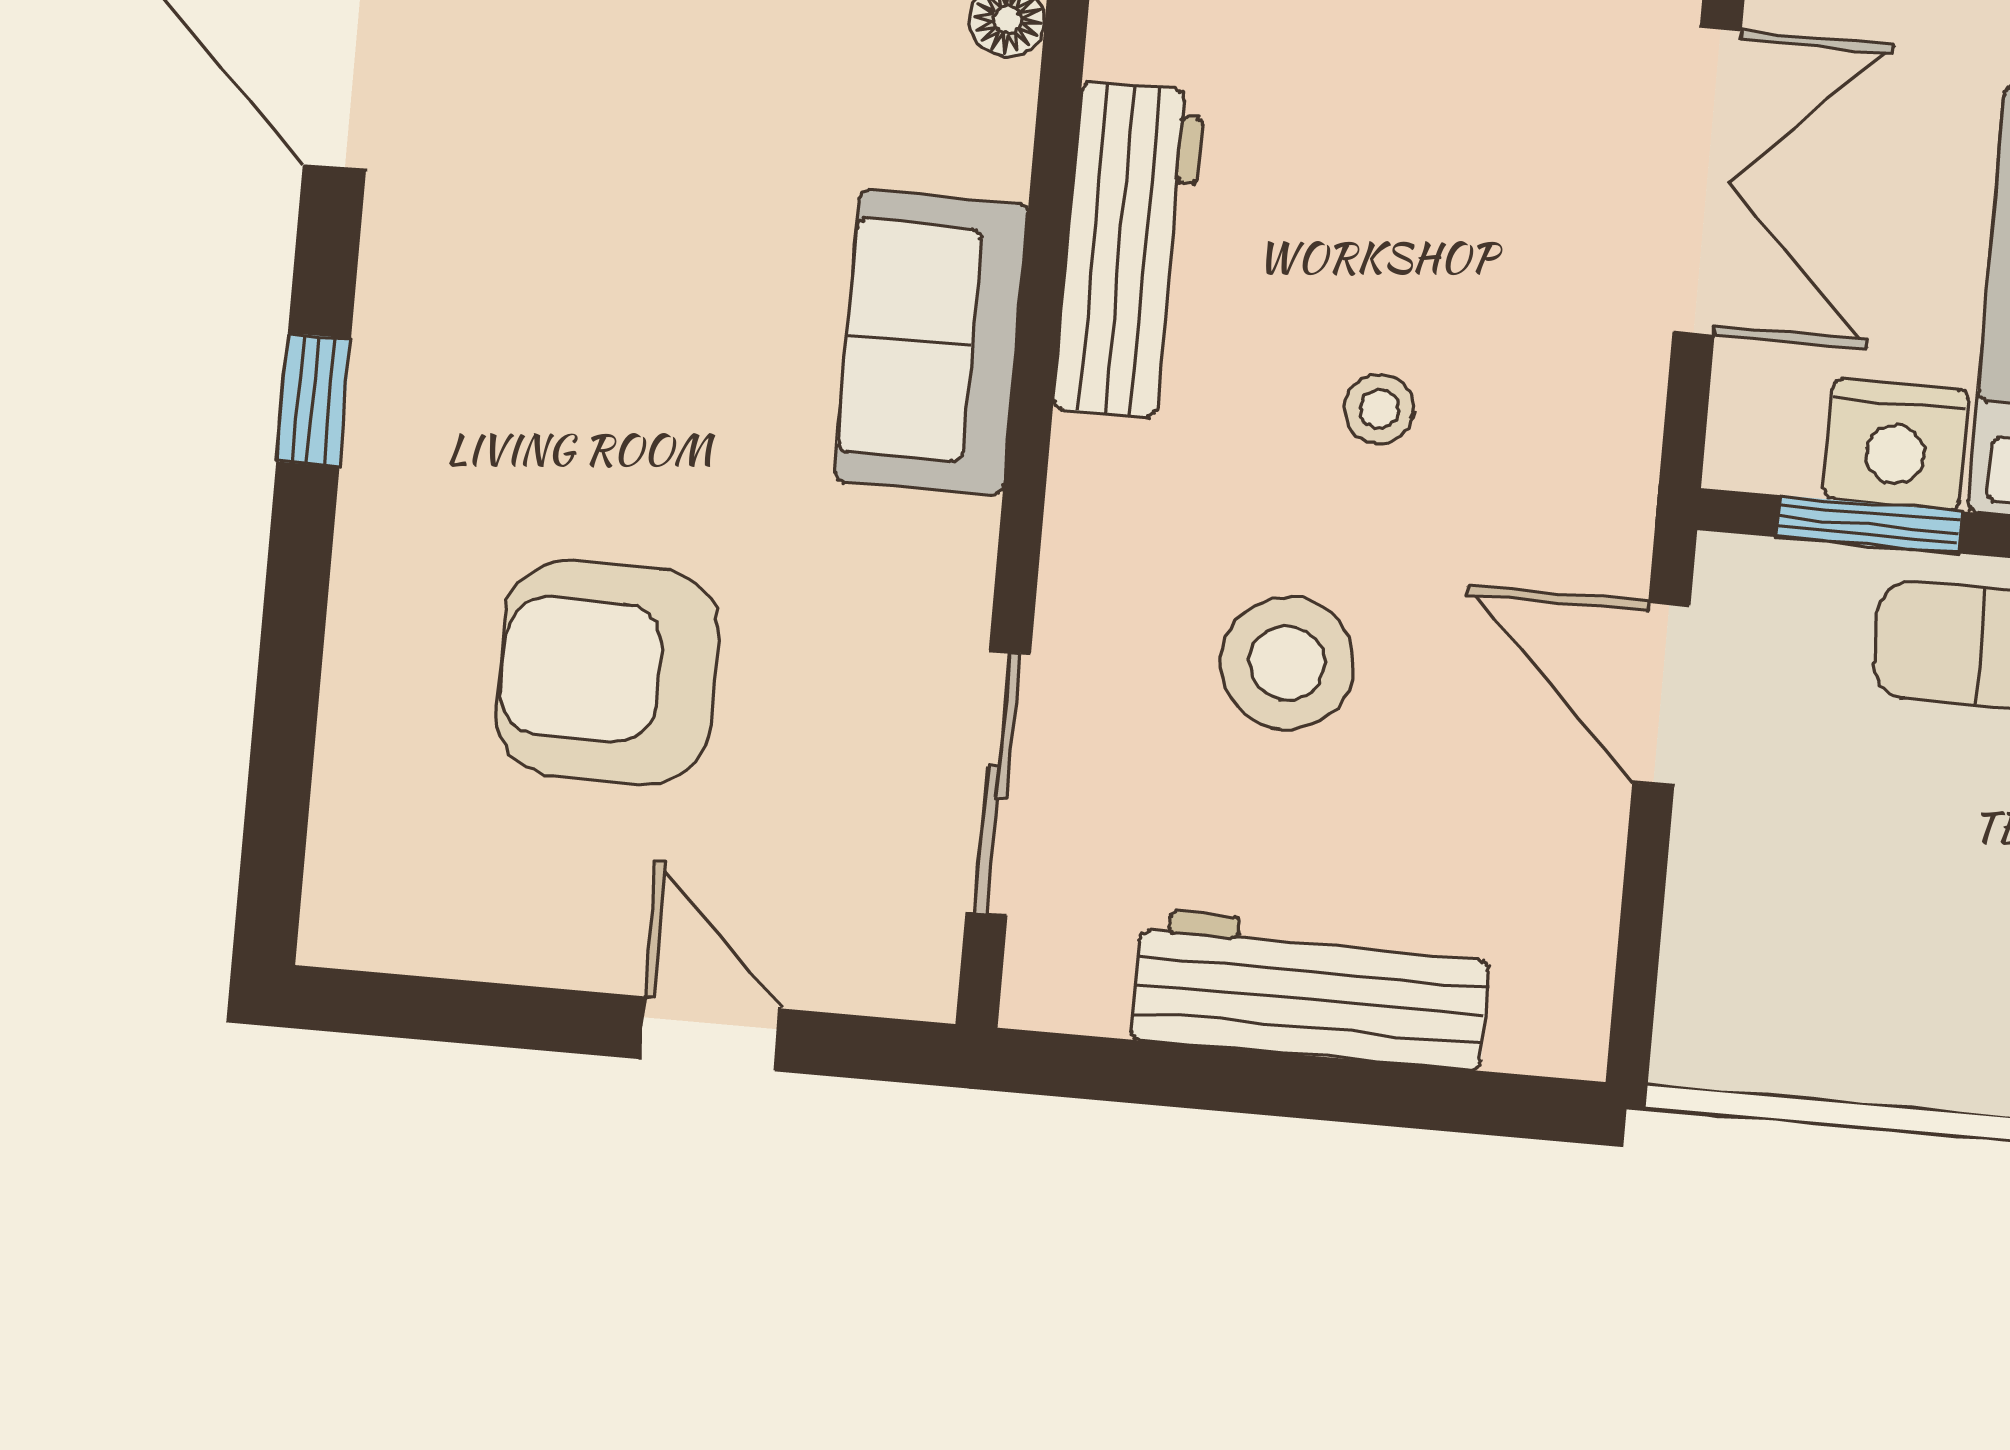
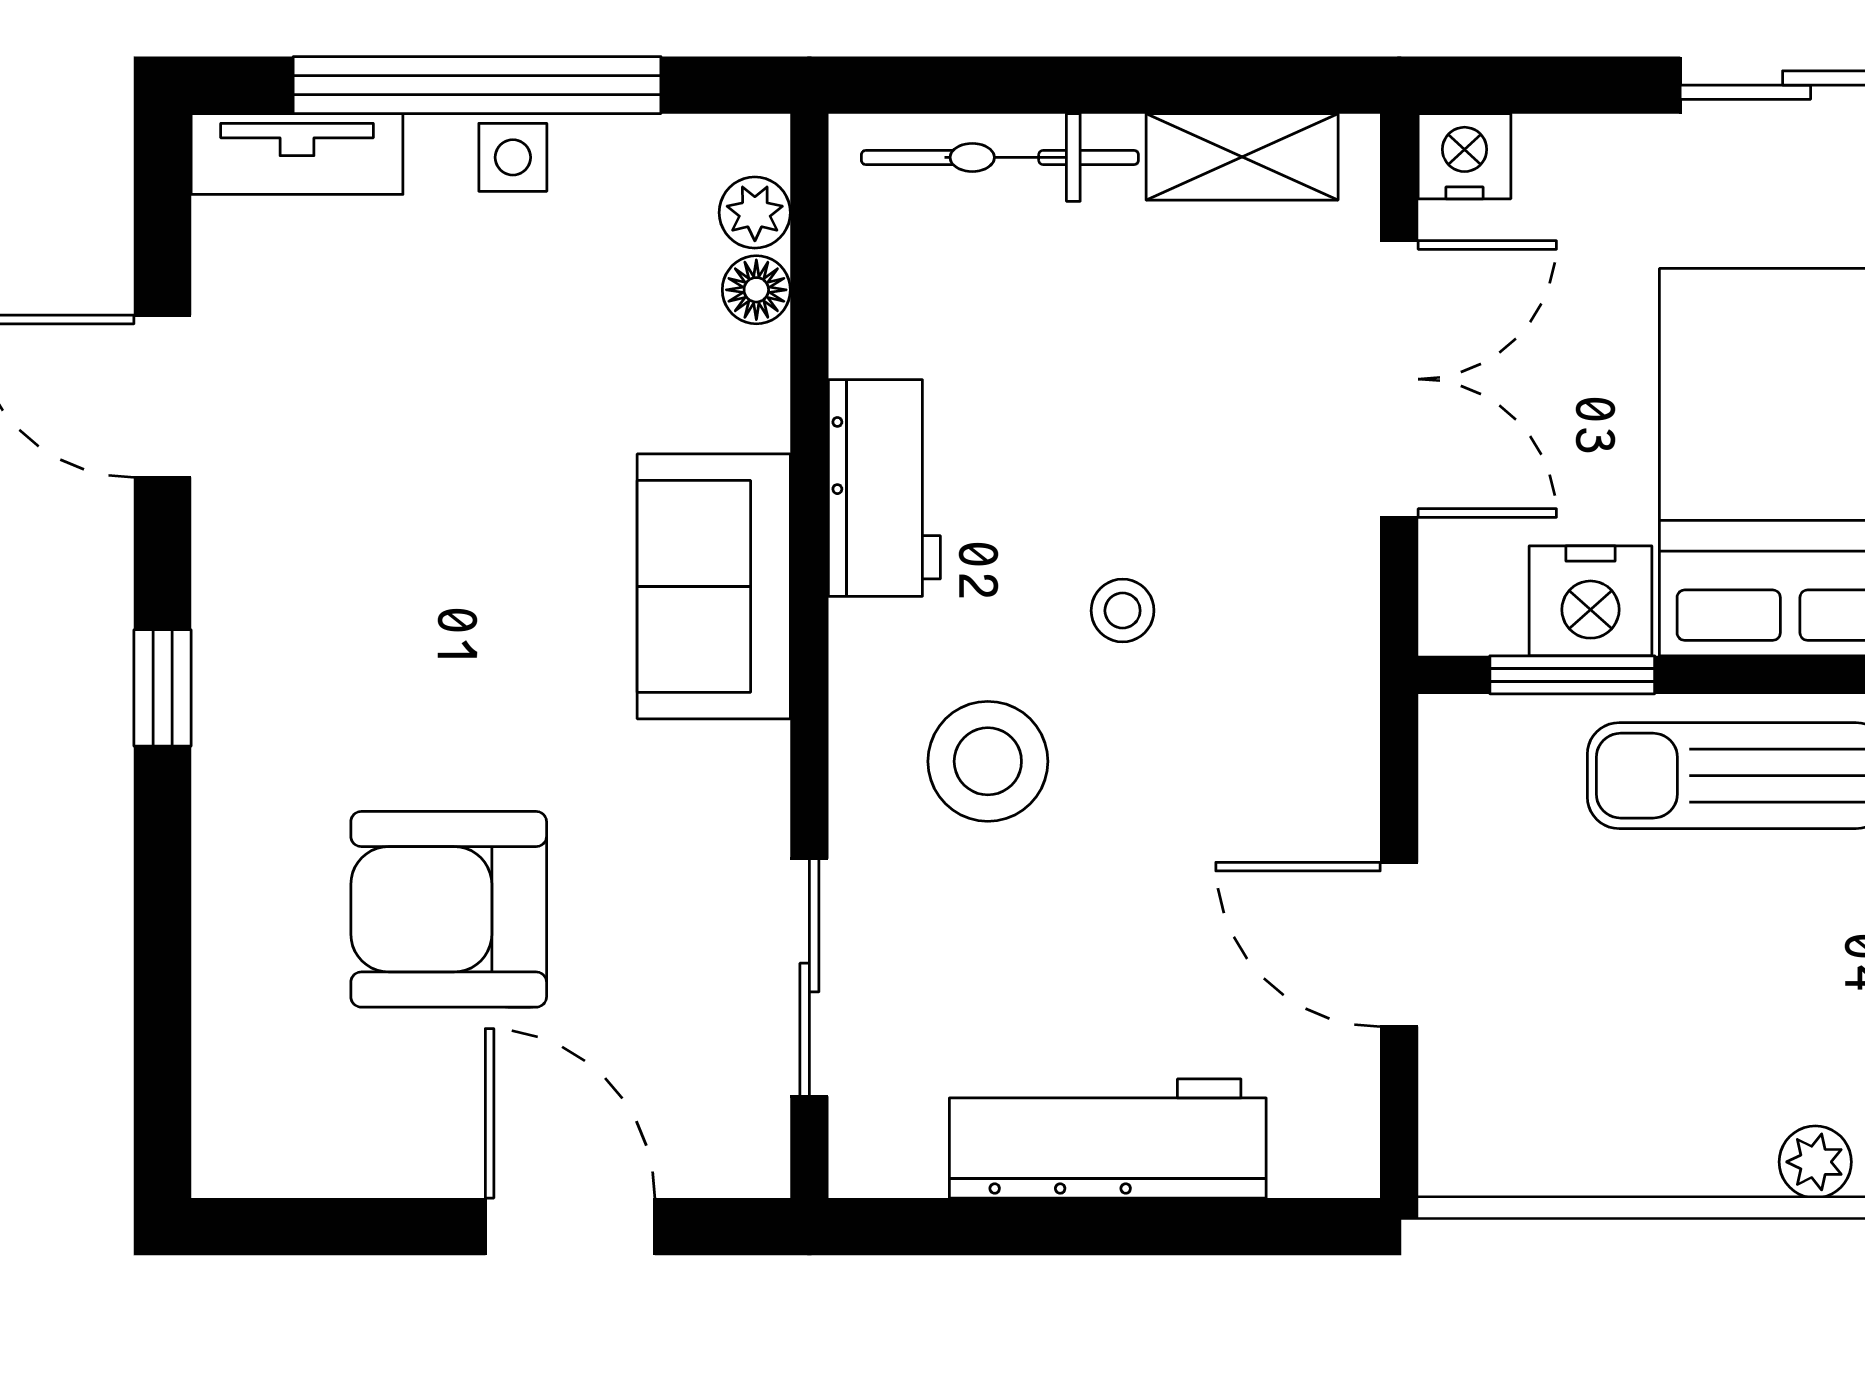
workbench: (1129, 251) -> (884, 488), width x0.73
stool: (1287, 663) -> (988, 761), moved
door: (1661, 694) -> (1399, 944), moved
door: (710, 1034) -> (570, 1227), width x1.38

